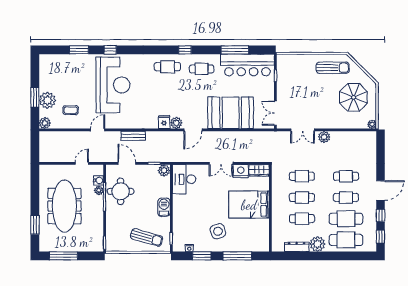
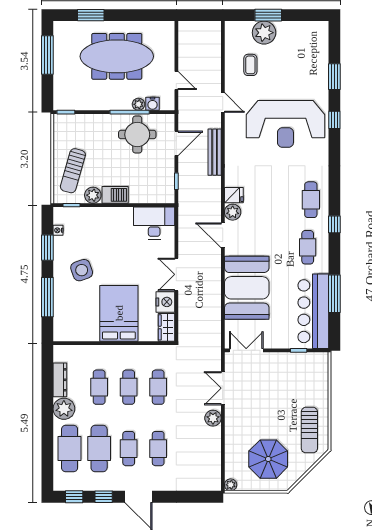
plant: (45, 123) -> (232, 29), removed
bench: (133, 136) -> (215, 152), width x1.36
plant: (164, 170) -> (93, 195), moved

